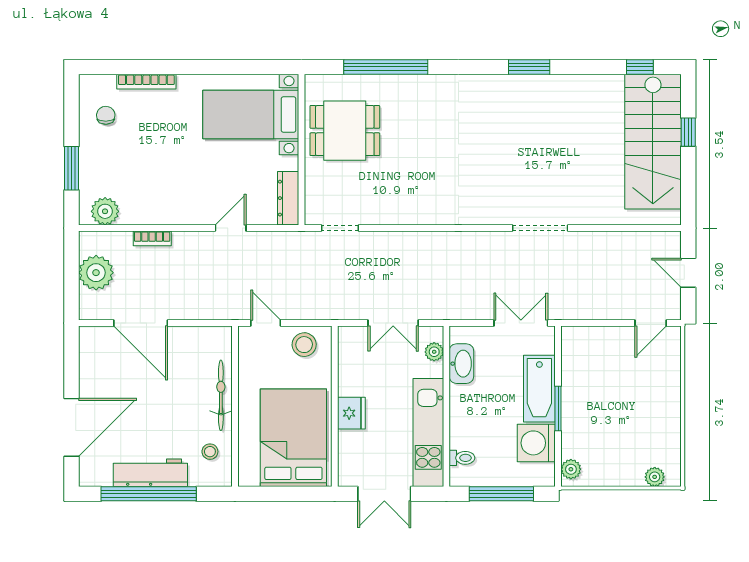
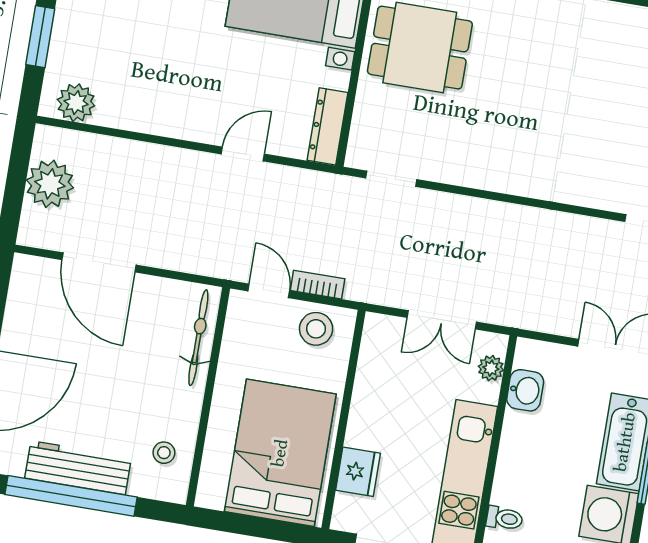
bookcase: (152, 238) -> (318, 285), moved, turned 180
washbasin: (461, 364) -> (525, 390), width x0.72
bicycle: (221, 395) -> (198, 338), moved
fridge: (351, 413) -> (358, 472), moved

